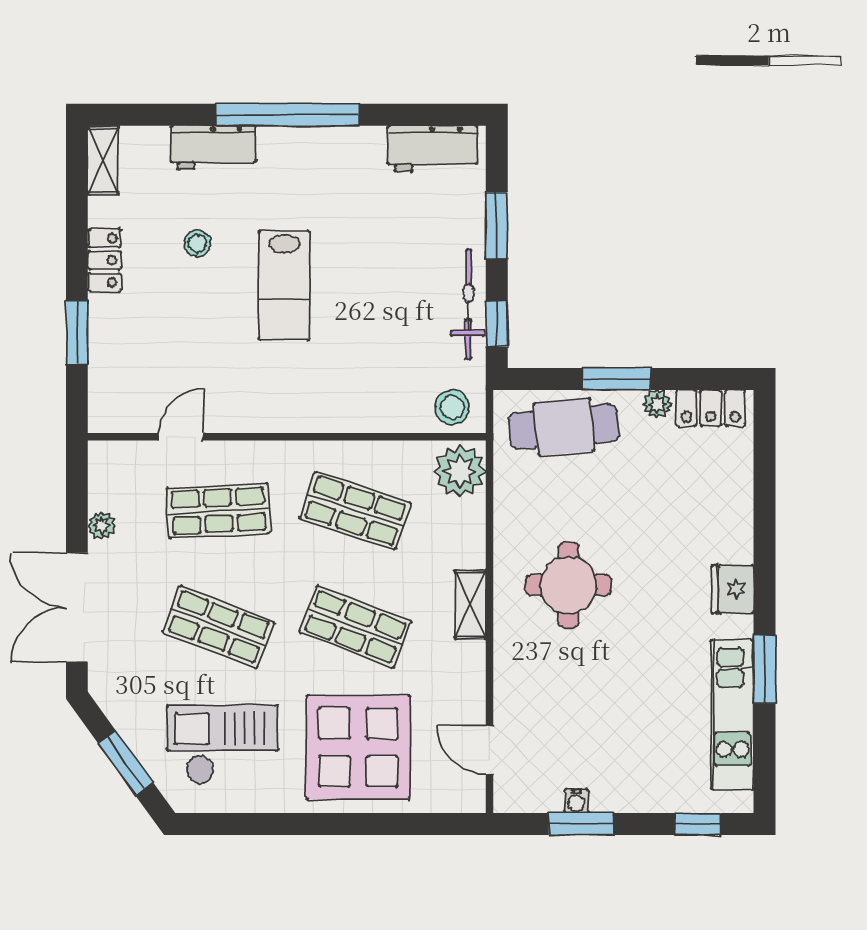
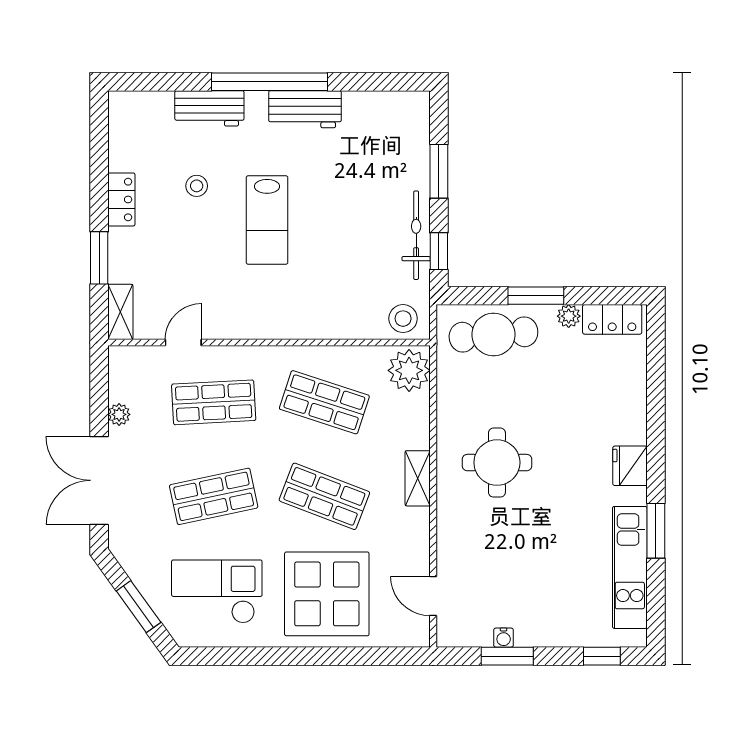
workbench: (432, 149) -> (305, 109), moved
shelving: (103, 160) -> (120, 312), moved
shop shelf: (218, 627) -> (214, 496), turned -33

